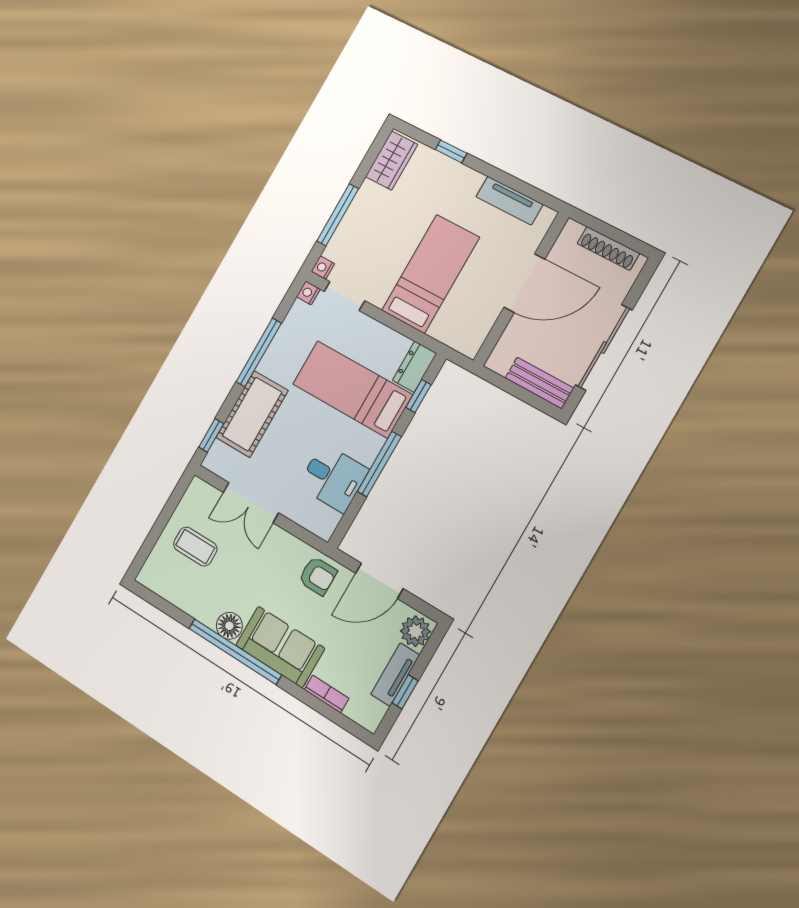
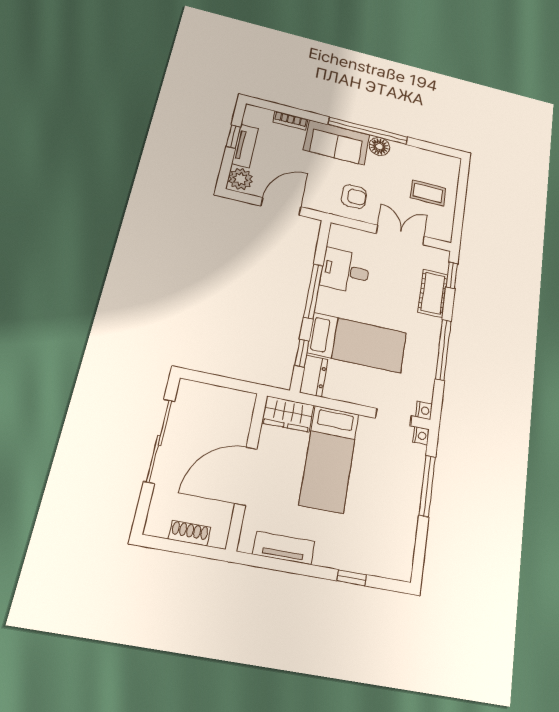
wardrobe: (392, 161) -> (288, 414), moved, turned -90
shoe rack: (608, 248) -> (190, 533), width x0.70
bench: (539, 383) -> (205, 394), removed
cot: (252, 414) -> (433, 293), width x0.73, depth x0.75
armchair: (318, 576) -> (354, 196), moved, turned 180

